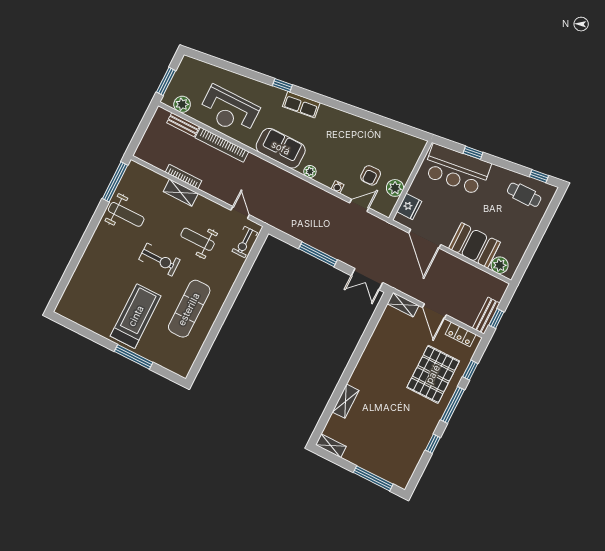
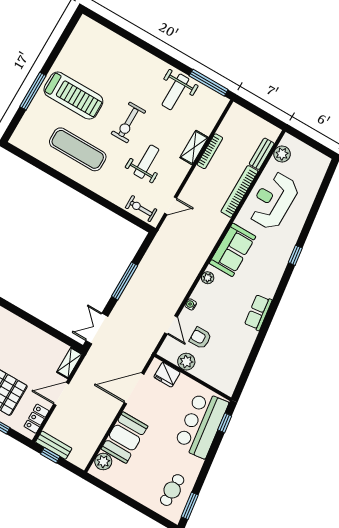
window: (166, 81) -> (306, 139), removed
row of seats: (301, 105) -> (258, 312), moved
window: (473, 153) -> (225, 423), moved
window: (539, 176) -> (190, 506), width x1.50

